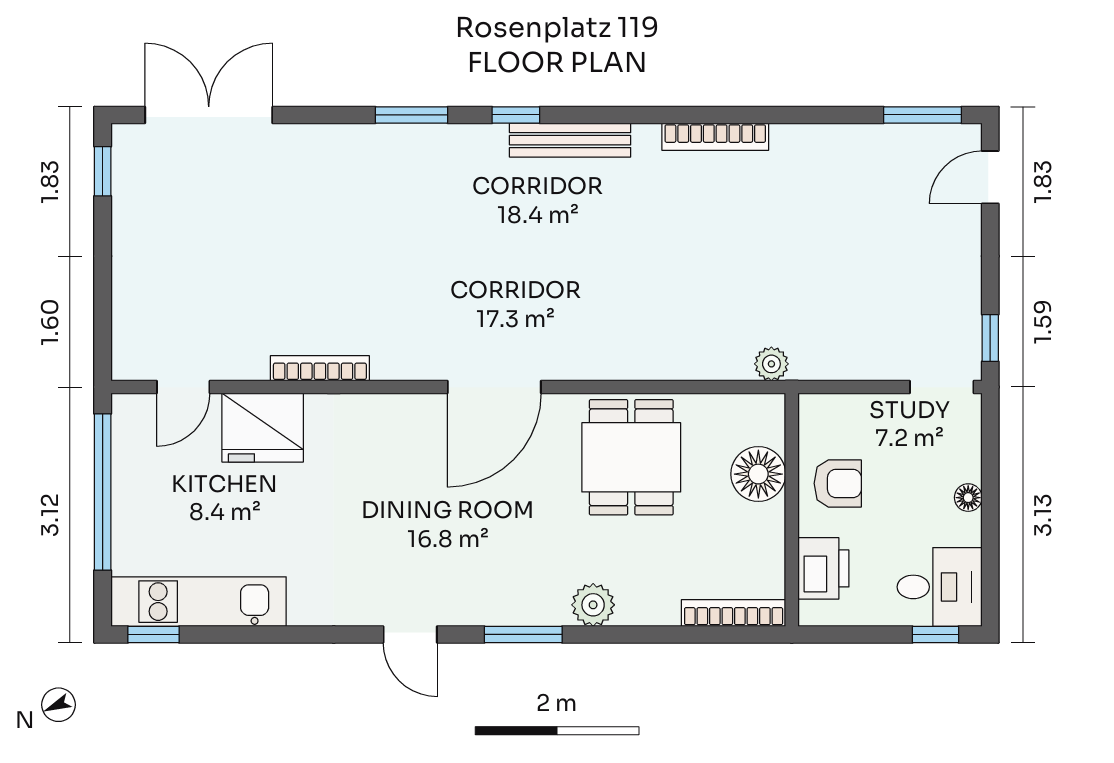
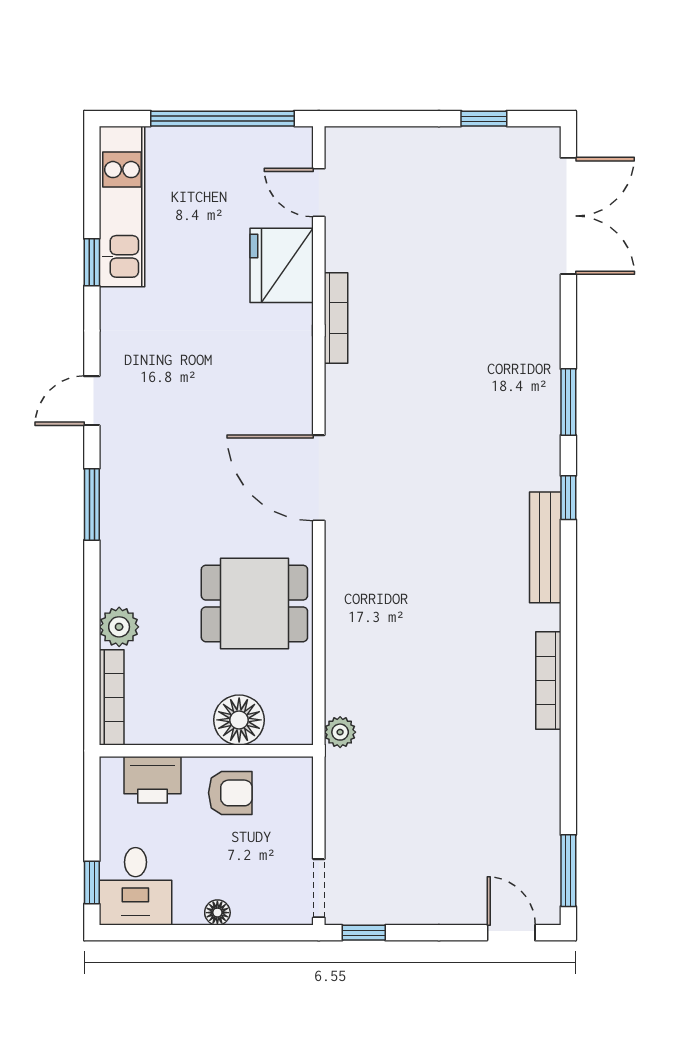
window: (103, 171) -> (484, 119), moved
armchair: (838, 483) -> (230, 793), turned -90
plant: (593, 605) -> (119, 627), moved
window: (153, 634) -> (92, 262), moved

